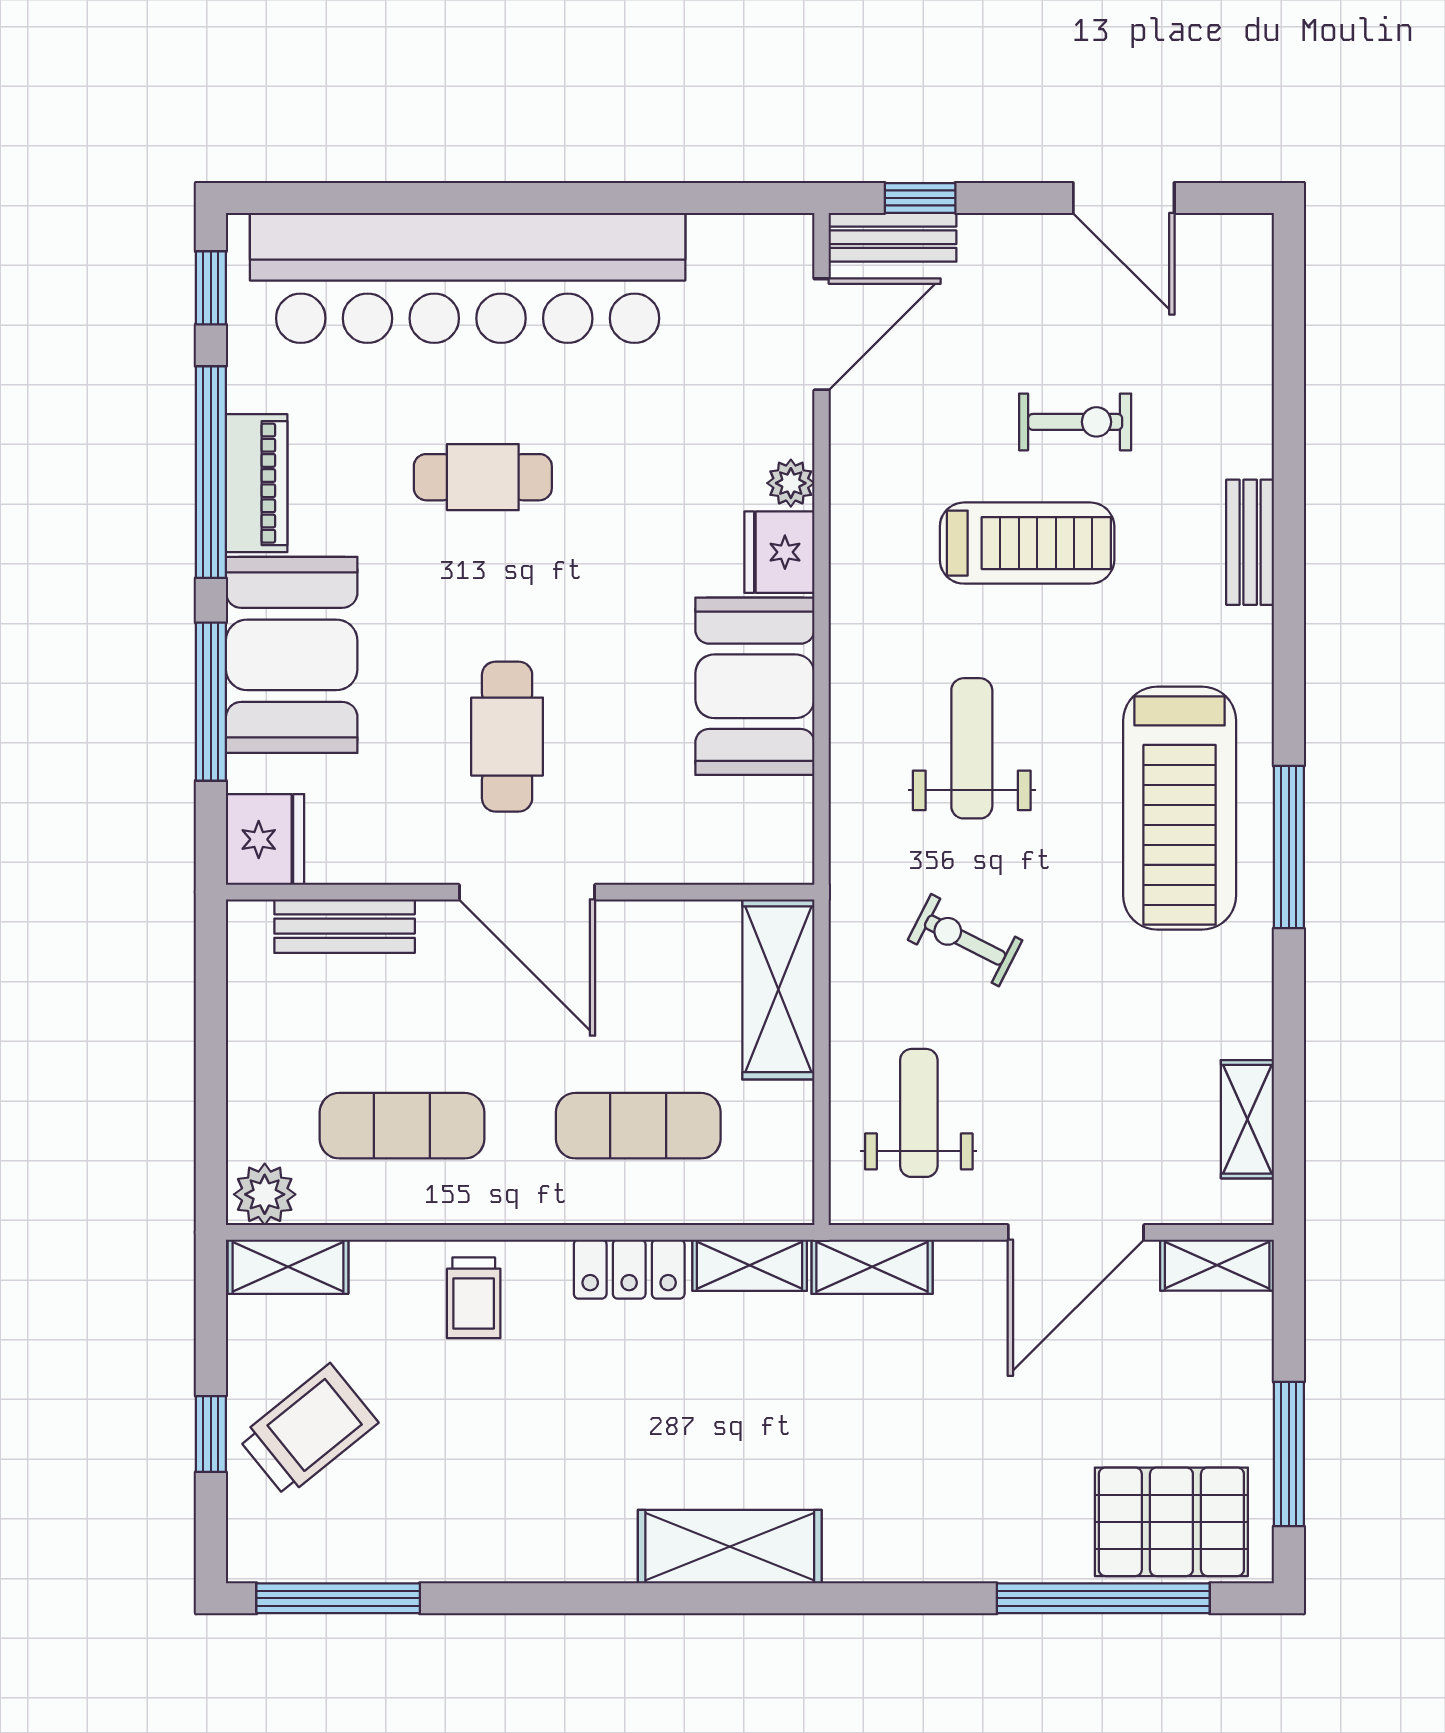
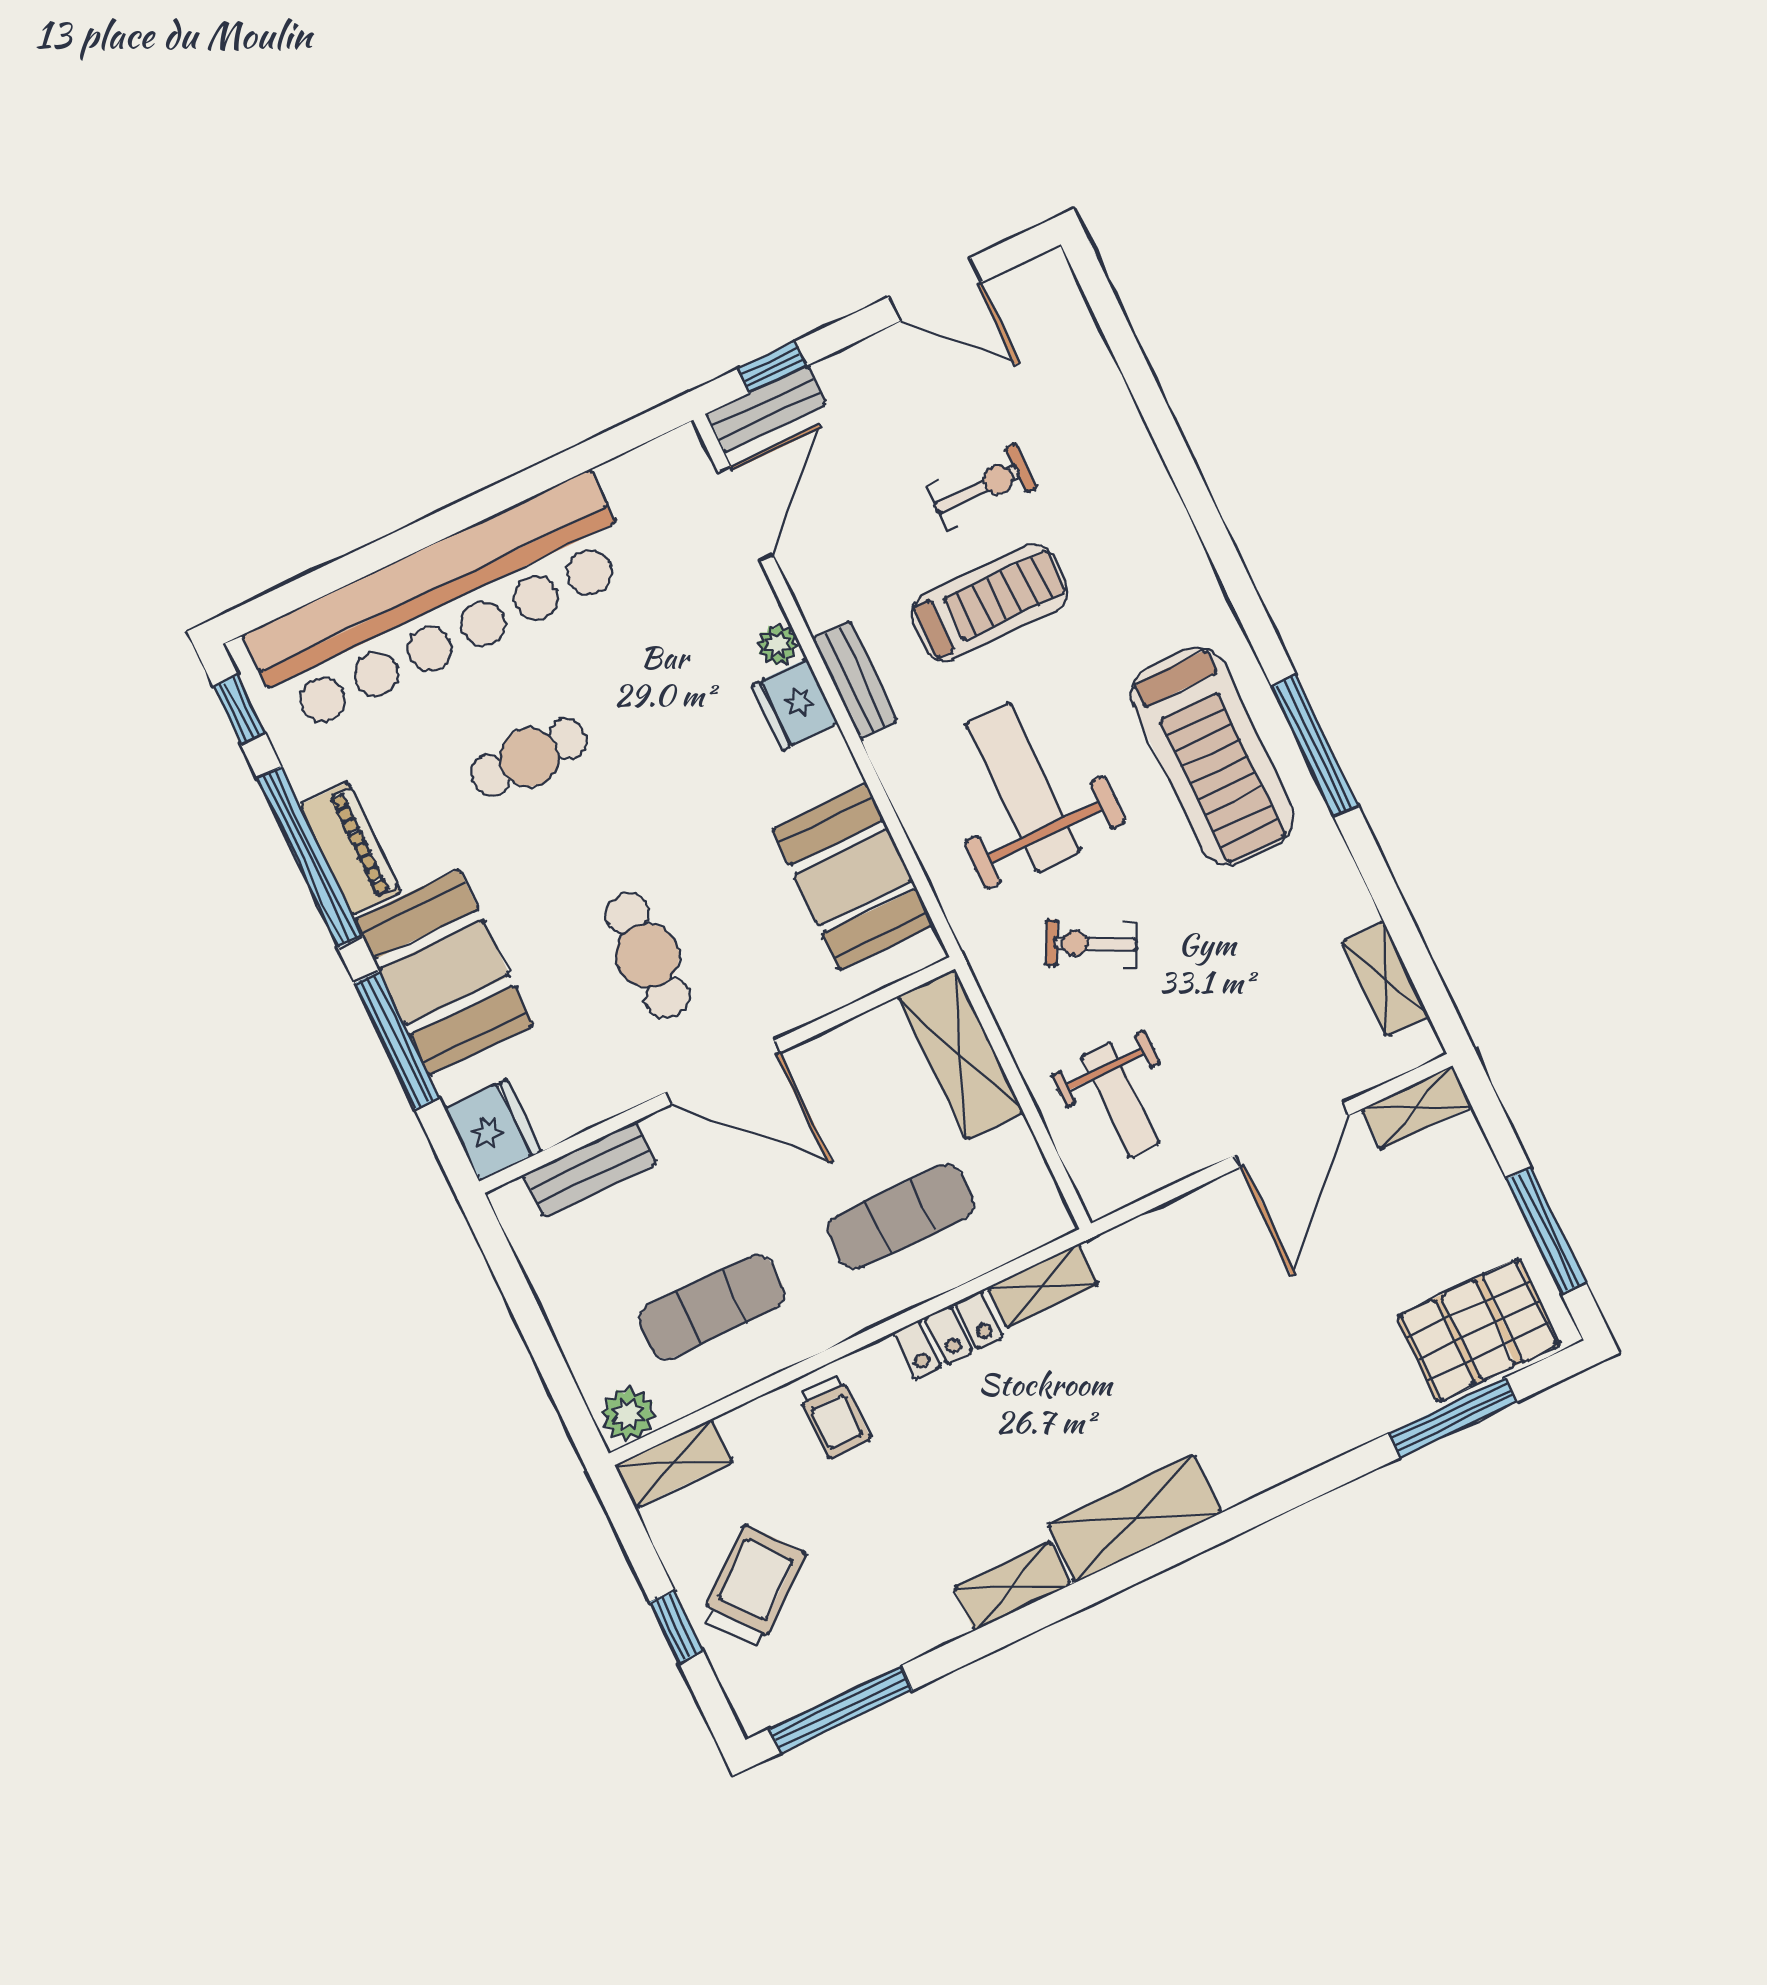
bench: (1250, 542) -> (855, 680), moved
booth: (755, 686) -> (853, 877), moved
weight bench: (972, 748) -> (1024, 788), width x1.36, depth x1.33
weight bench: (919, 1113) -> (1120, 1100), turned 180
shelving: (872, 1267) -> (1012, 1586), moved
window: (1103, 1598) -> (1453, 1417), width x0.68

